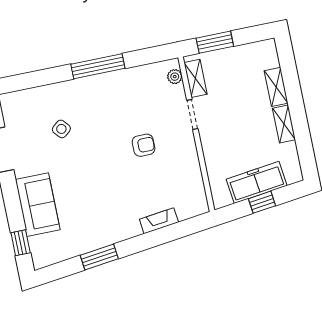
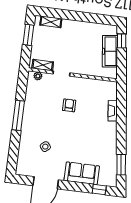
window: (215, 42) -> (28, 35), moved
shelving: (276, 87) -> (51, 22), moved
shelving: (284, 124) -> (83, 26), removed
window: (262, 202) -> (122, 41), moved
window: (99, 257) -> (121, 165), moved

